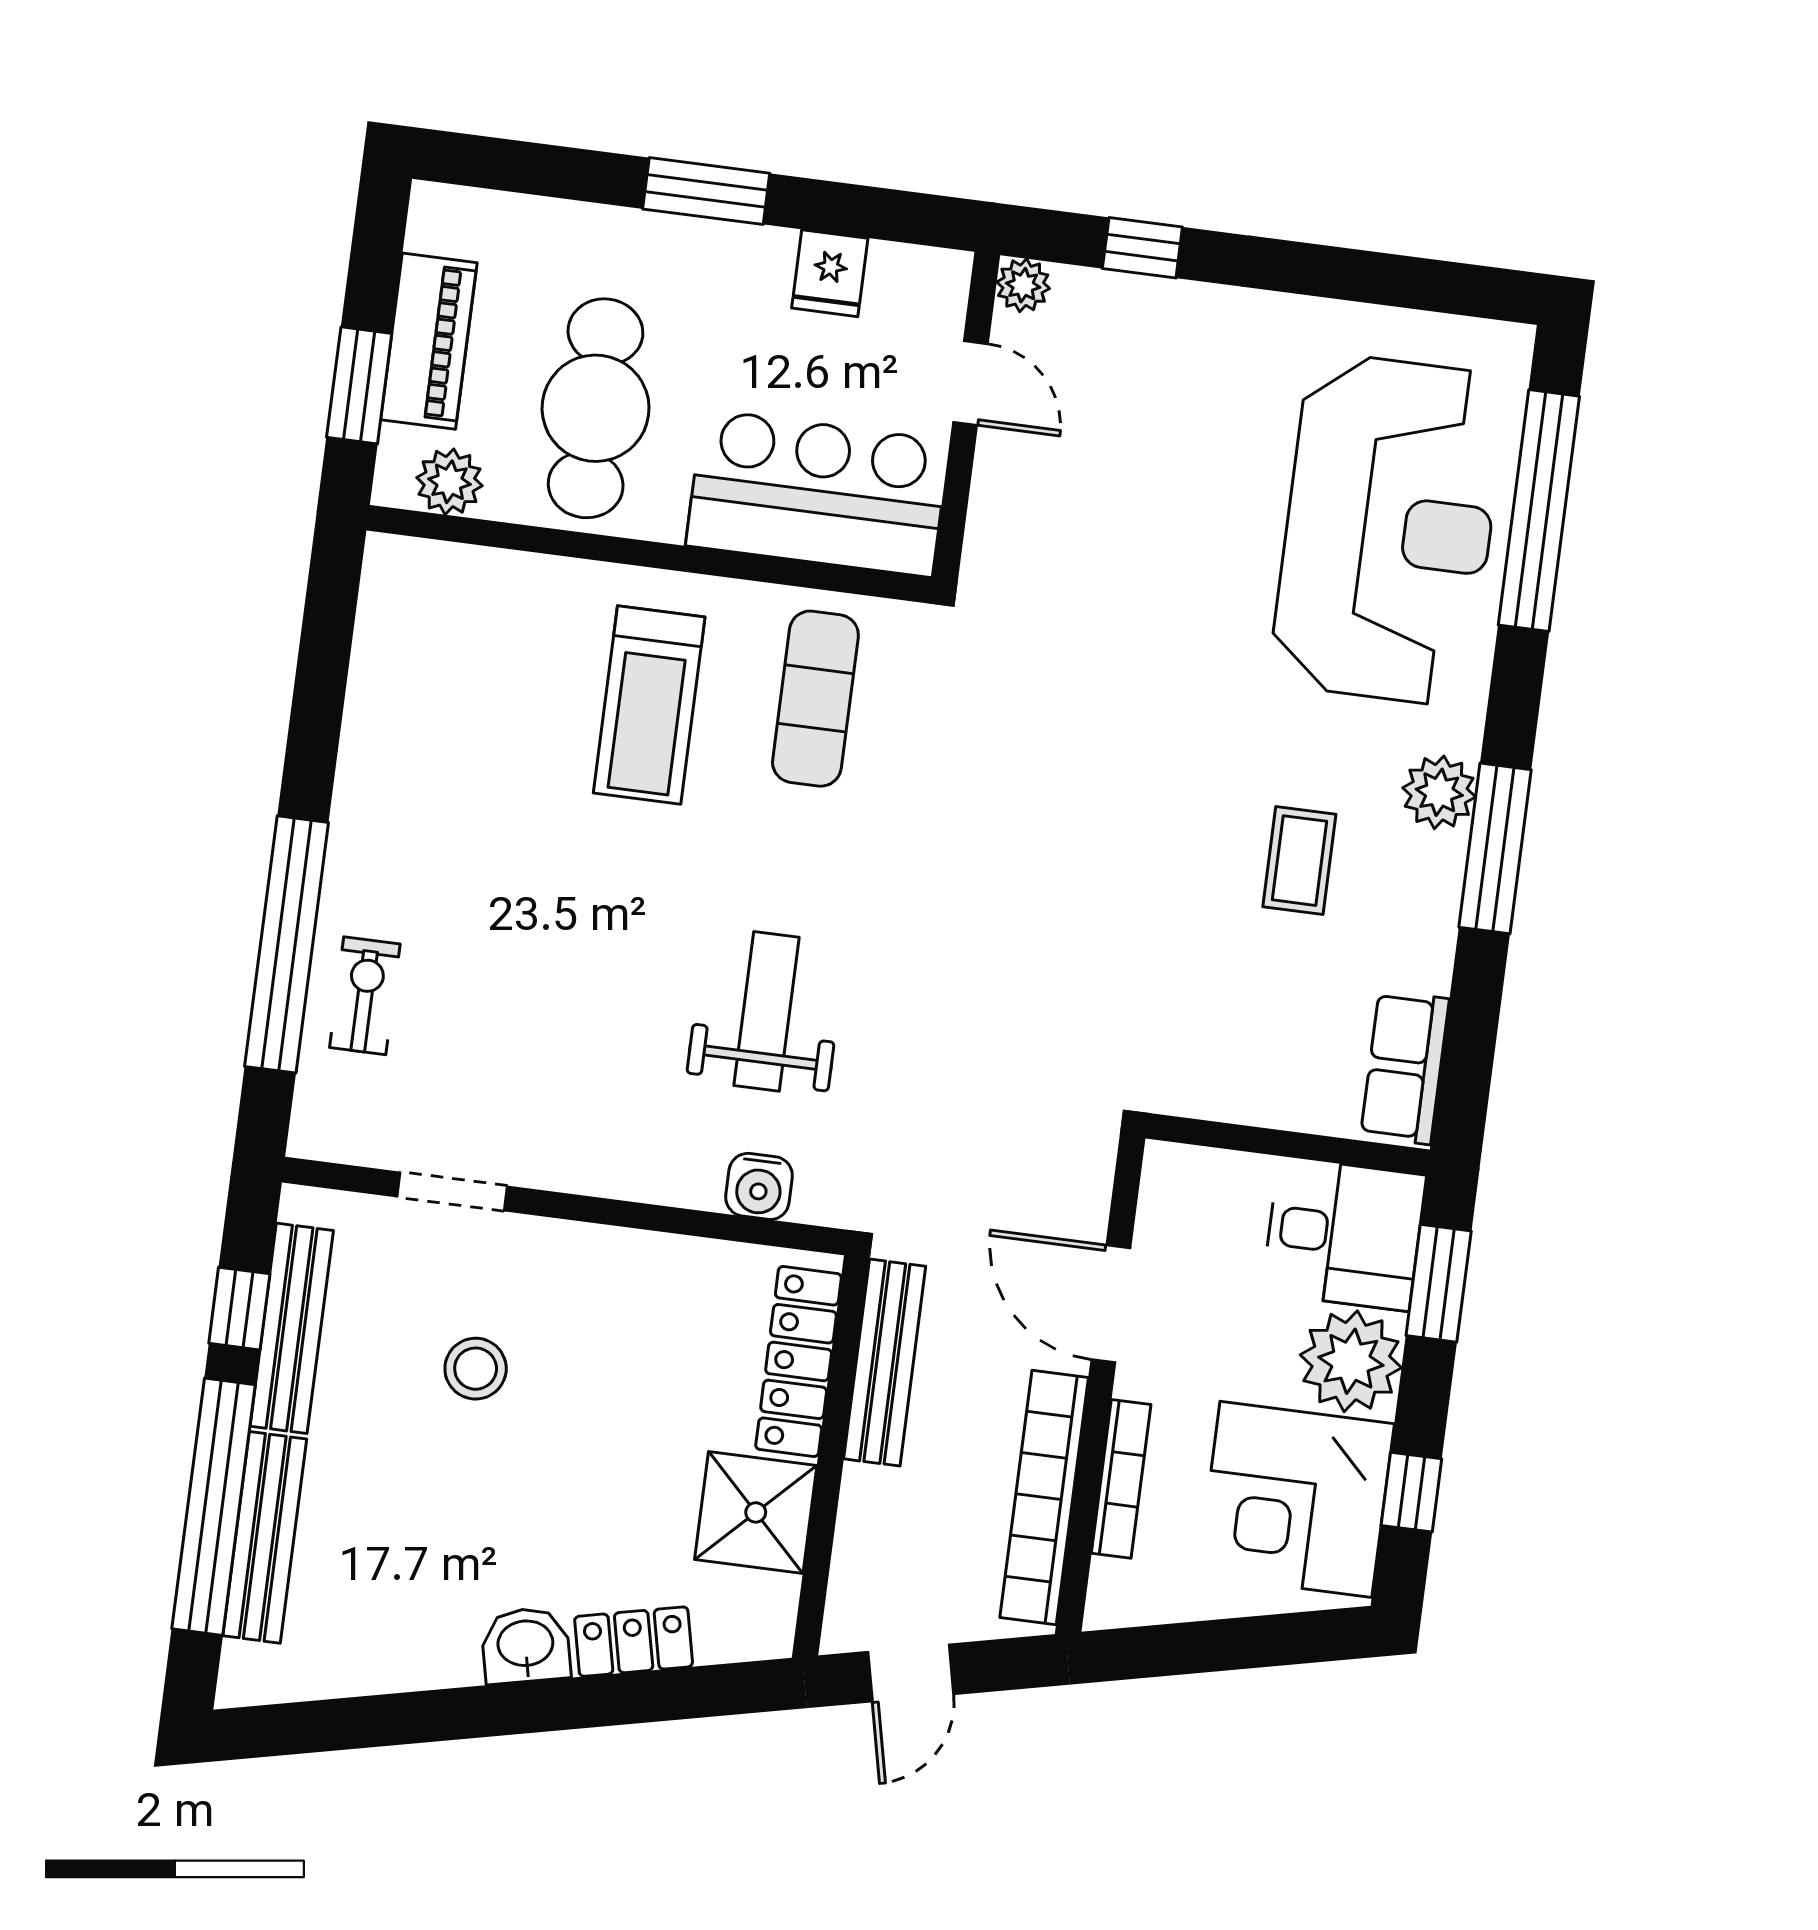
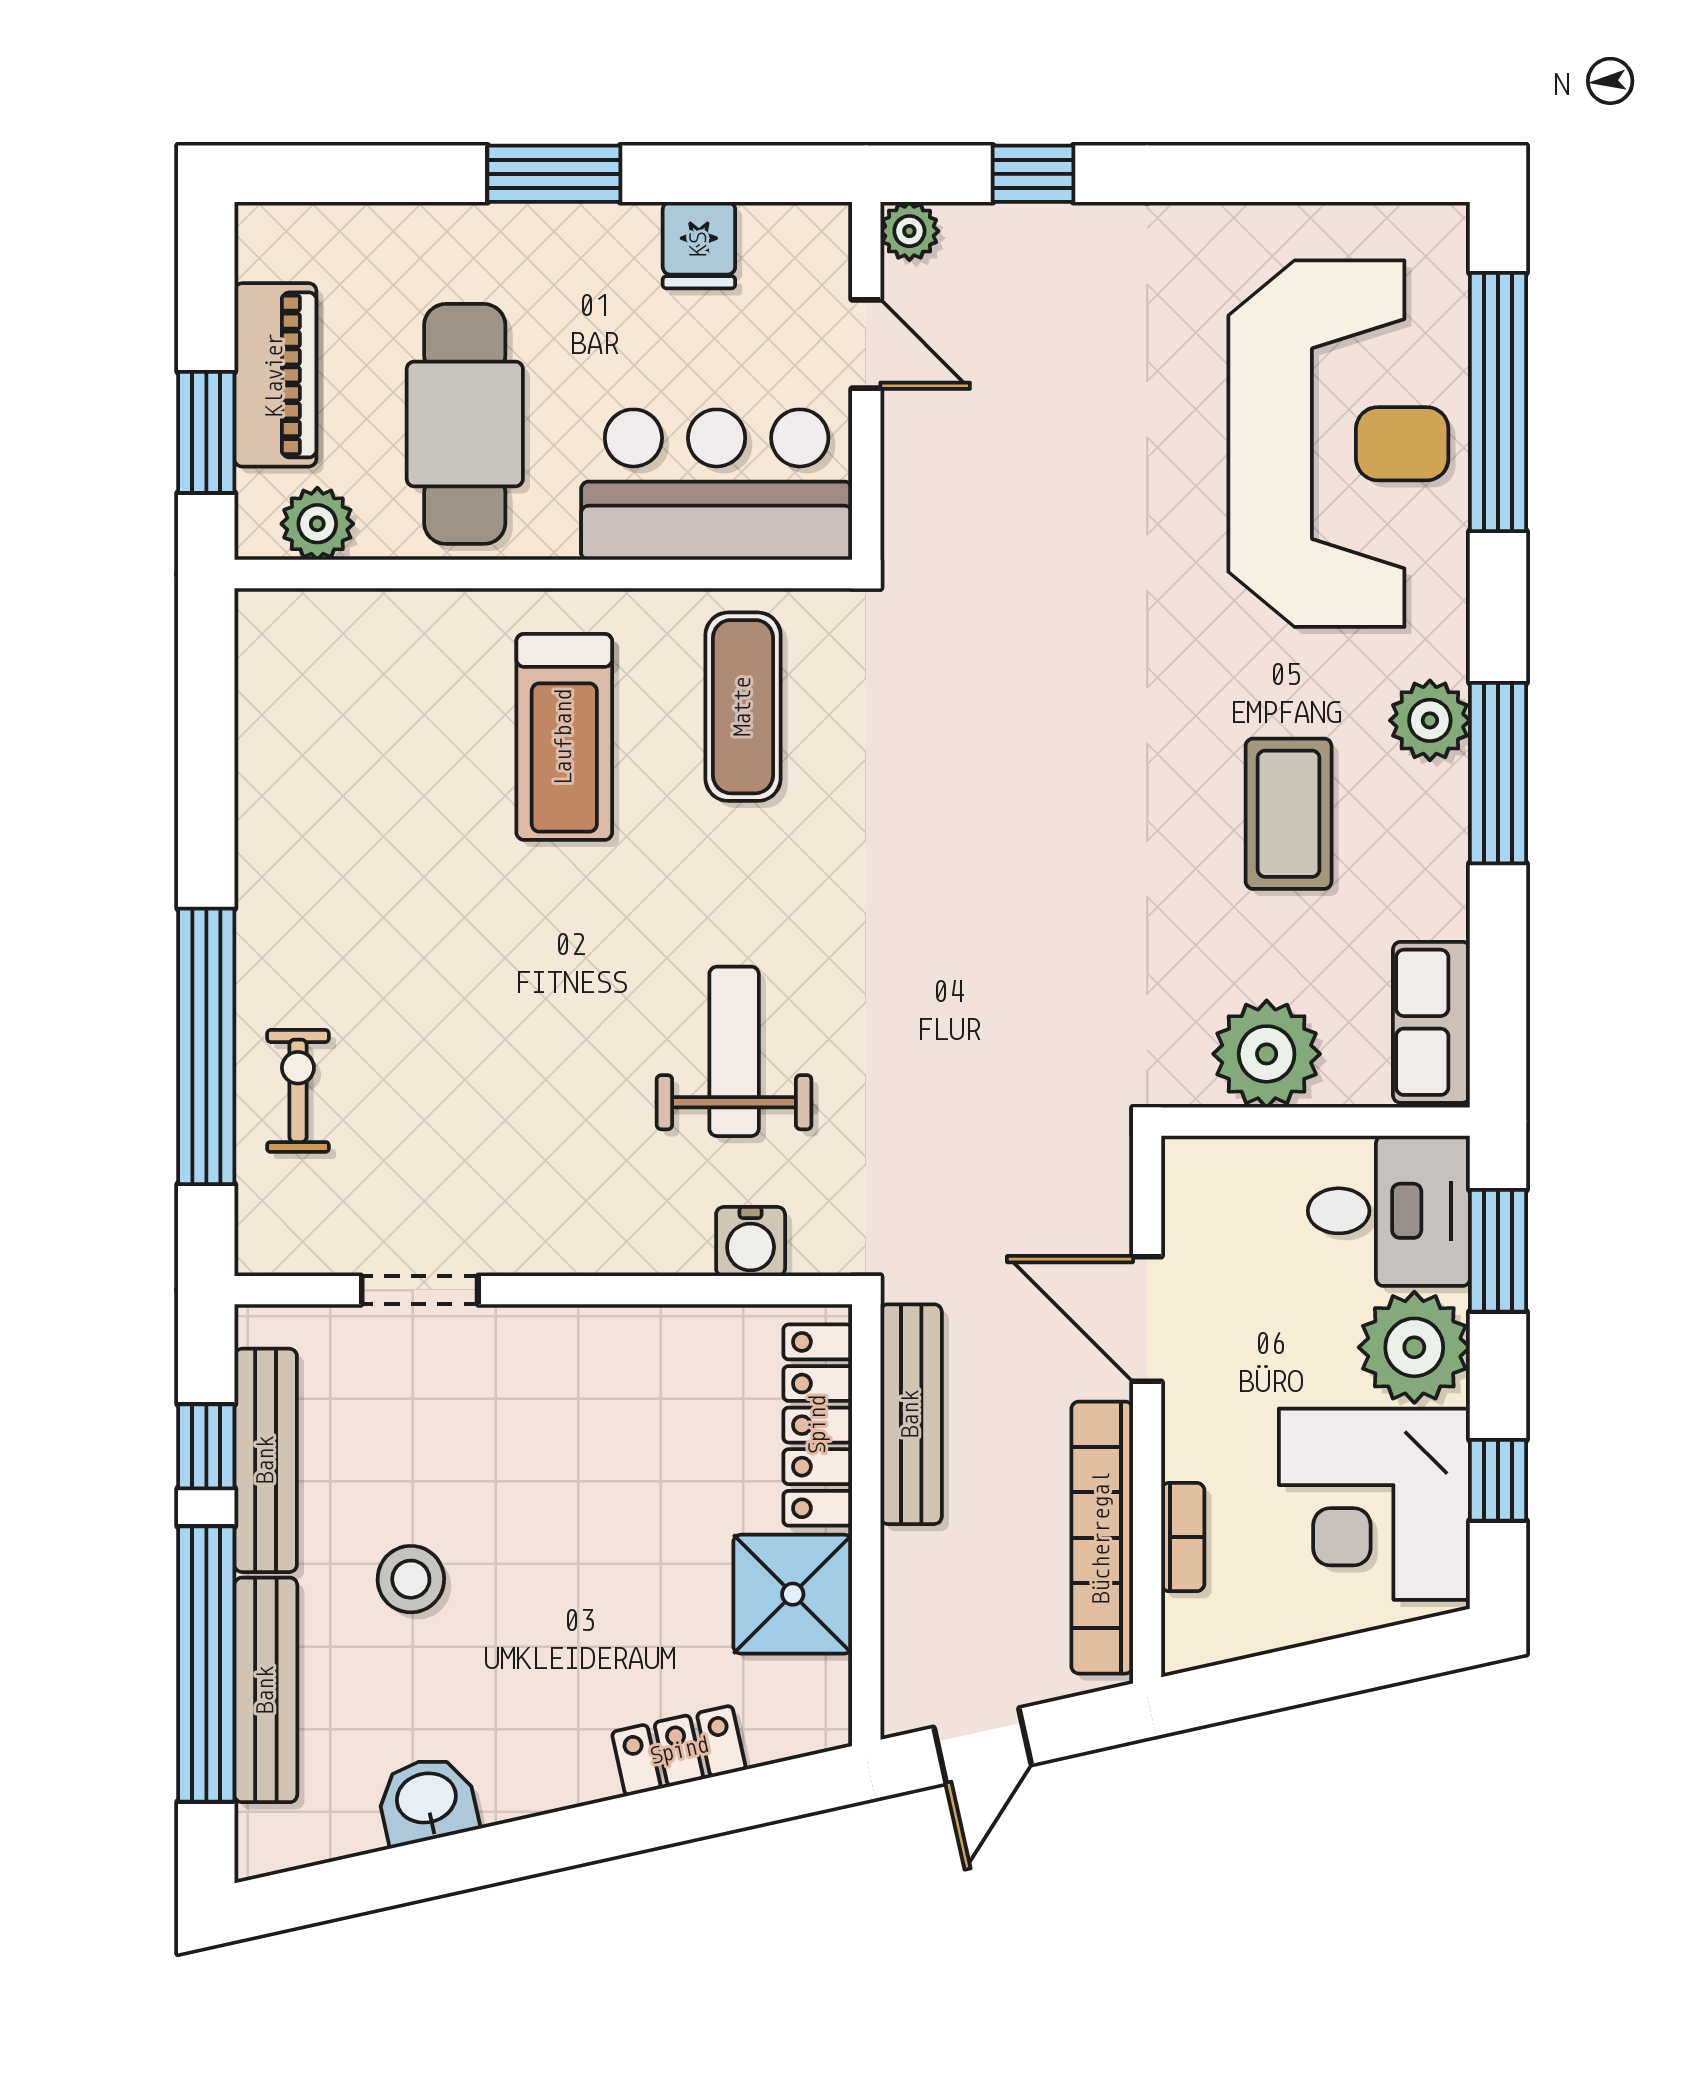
coffee table: (1299, 861) -> (1289, 814), width x1.36, depth x1.30
plant: (1251, 1077) -> (1267, 1054), added
stool: (476, 1369) -> (411, 1579), moved
bookcase: (1121, 1479) -> (1183, 1537), width x0.64
washbasin: (526, 1645) -> (427, 1800), moved

